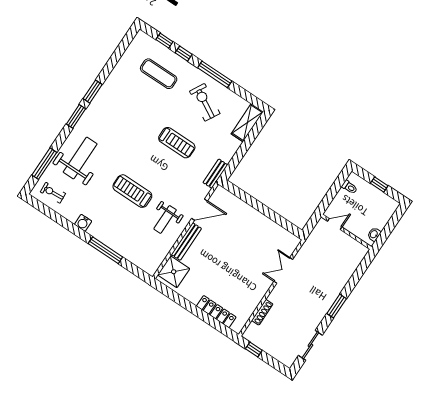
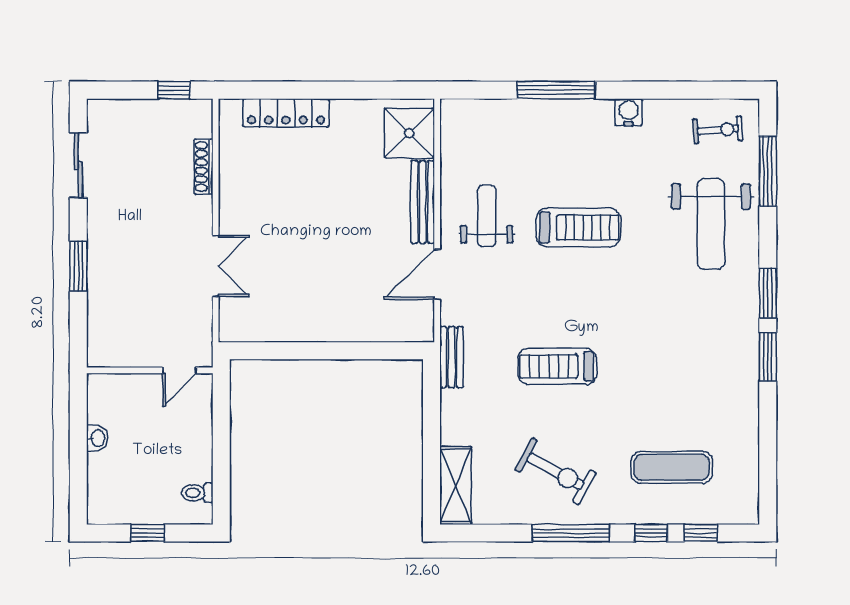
door: (335, 224) -> (179, 370), moved
wall: (346, 232) -> (150, 370), moved

